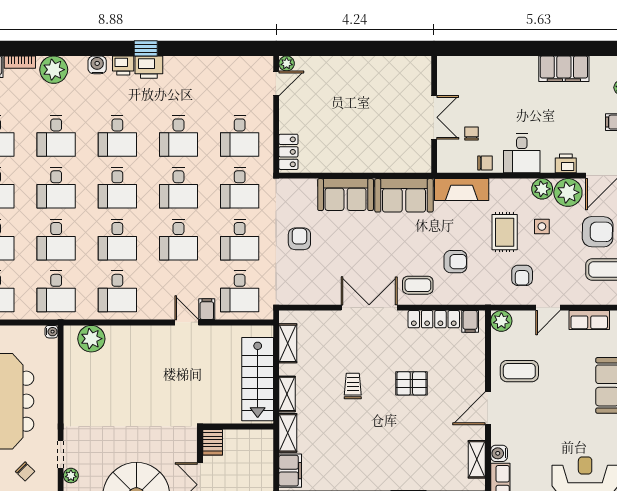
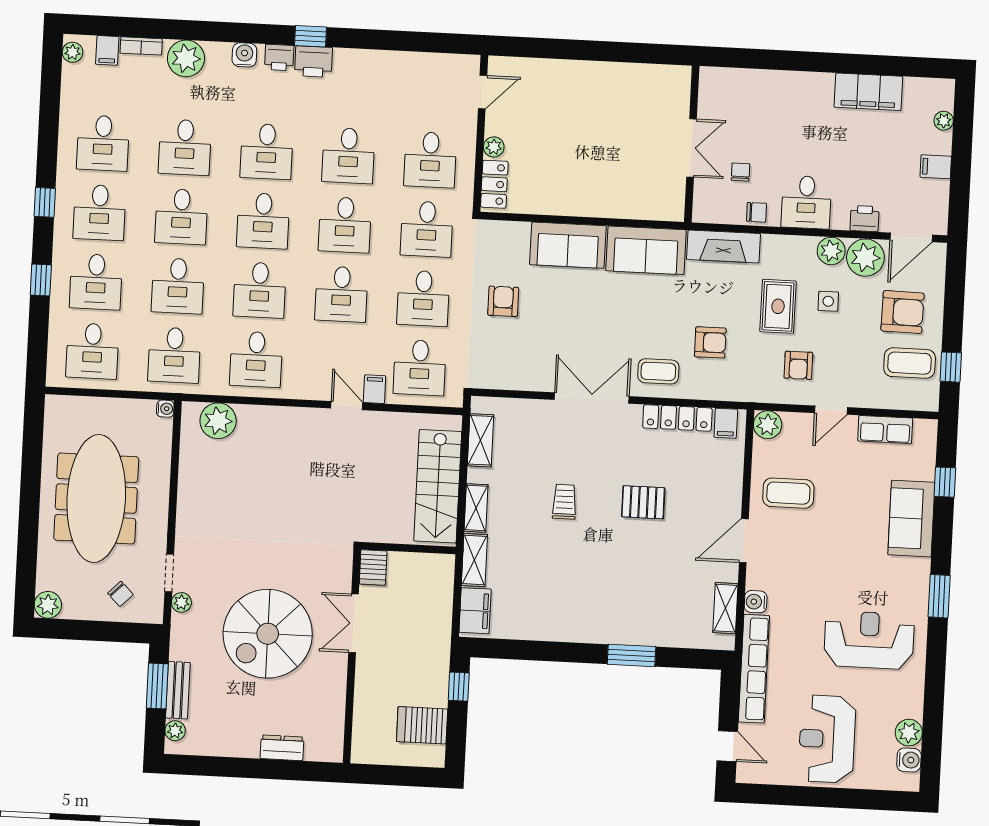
plant: (287, 63) -> (494, 147), moved

